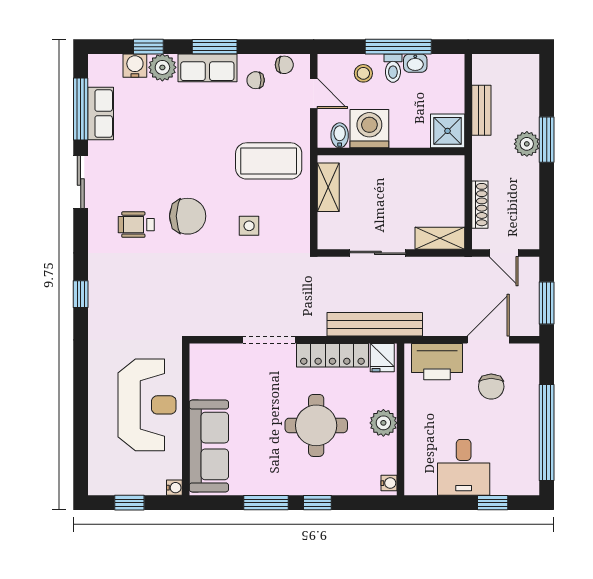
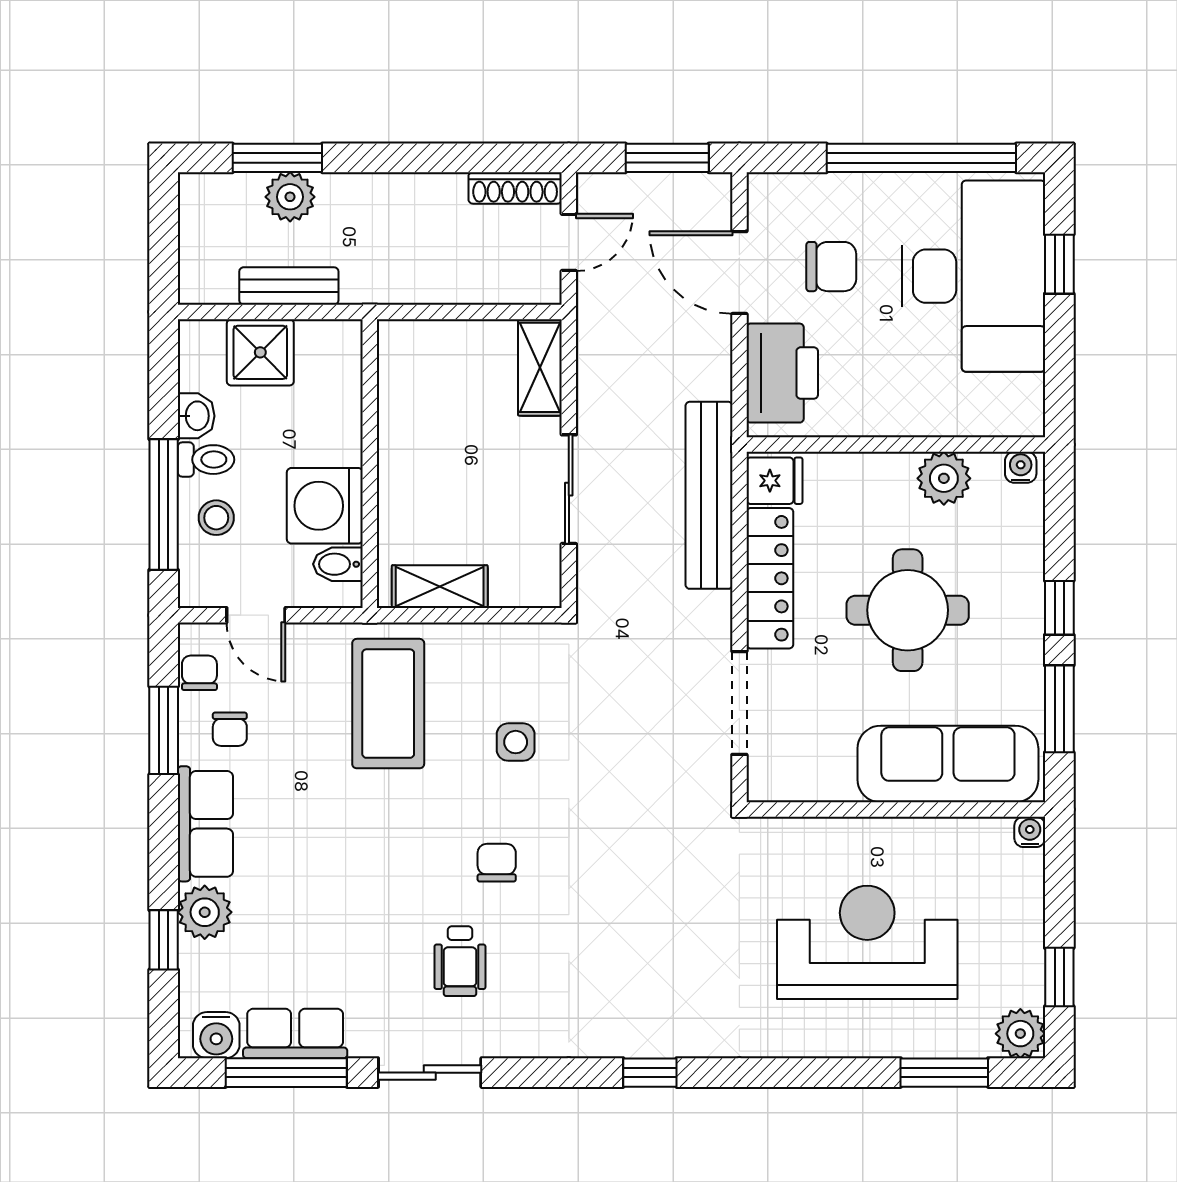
window: (215, 47) -> (164, 730), moved
window: (398, 47) -> (164, 504), moved
water cooler: (135, 66) -> (216, 1035), moved, turned -90
door: (314, 94) -> (256, 615), swing flipped
shower: (448, 131) -> (260, 352), moved
window: (547, 140) -> (277, 158), moved
plant: (527, 144) -> (290, 197), moved
shoe rack: (480, 205) -> (515, 188), moved, turned 180
chair: (188, 216) -> (497, 863), width x0.54, depth x0.54
wheelchair: (136, 225) -> (460, 961), moved
wall: (186, 419) -> (896, 810), moved
plant: (383, 423) -> (944, 478), moved
window: (81, 444) -> (944, 1073), added
sofa: (209, 446) -> (948, 764), moved
desk: (464, 467) -> (973, 276), width x1.87, depth x1.30
plant: (101, 483) -> (1020, 1034), added
water cooler: (174, 488) -> (1030, 832), moved

